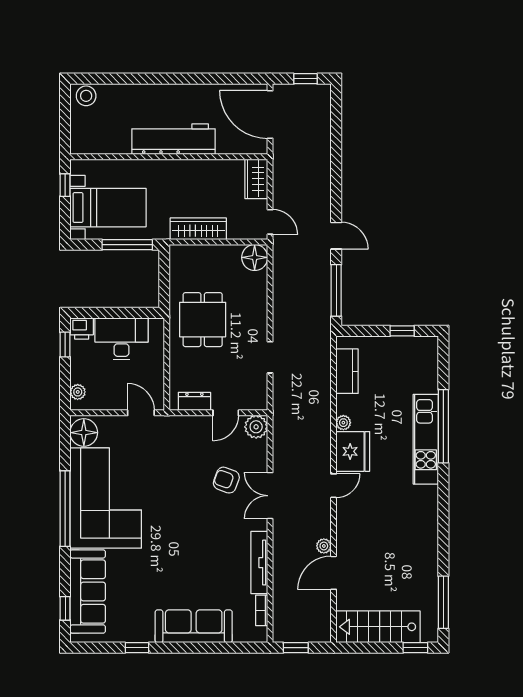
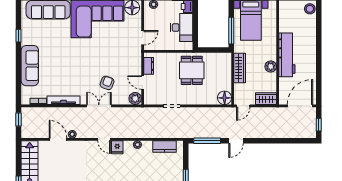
plant: (195, 170) -> (271, 67), added
dining table: (203, 320) -> (192, 70), turned 90
fridge: (353, 451) -> (117, 147), width x0.53, depth x0.75

